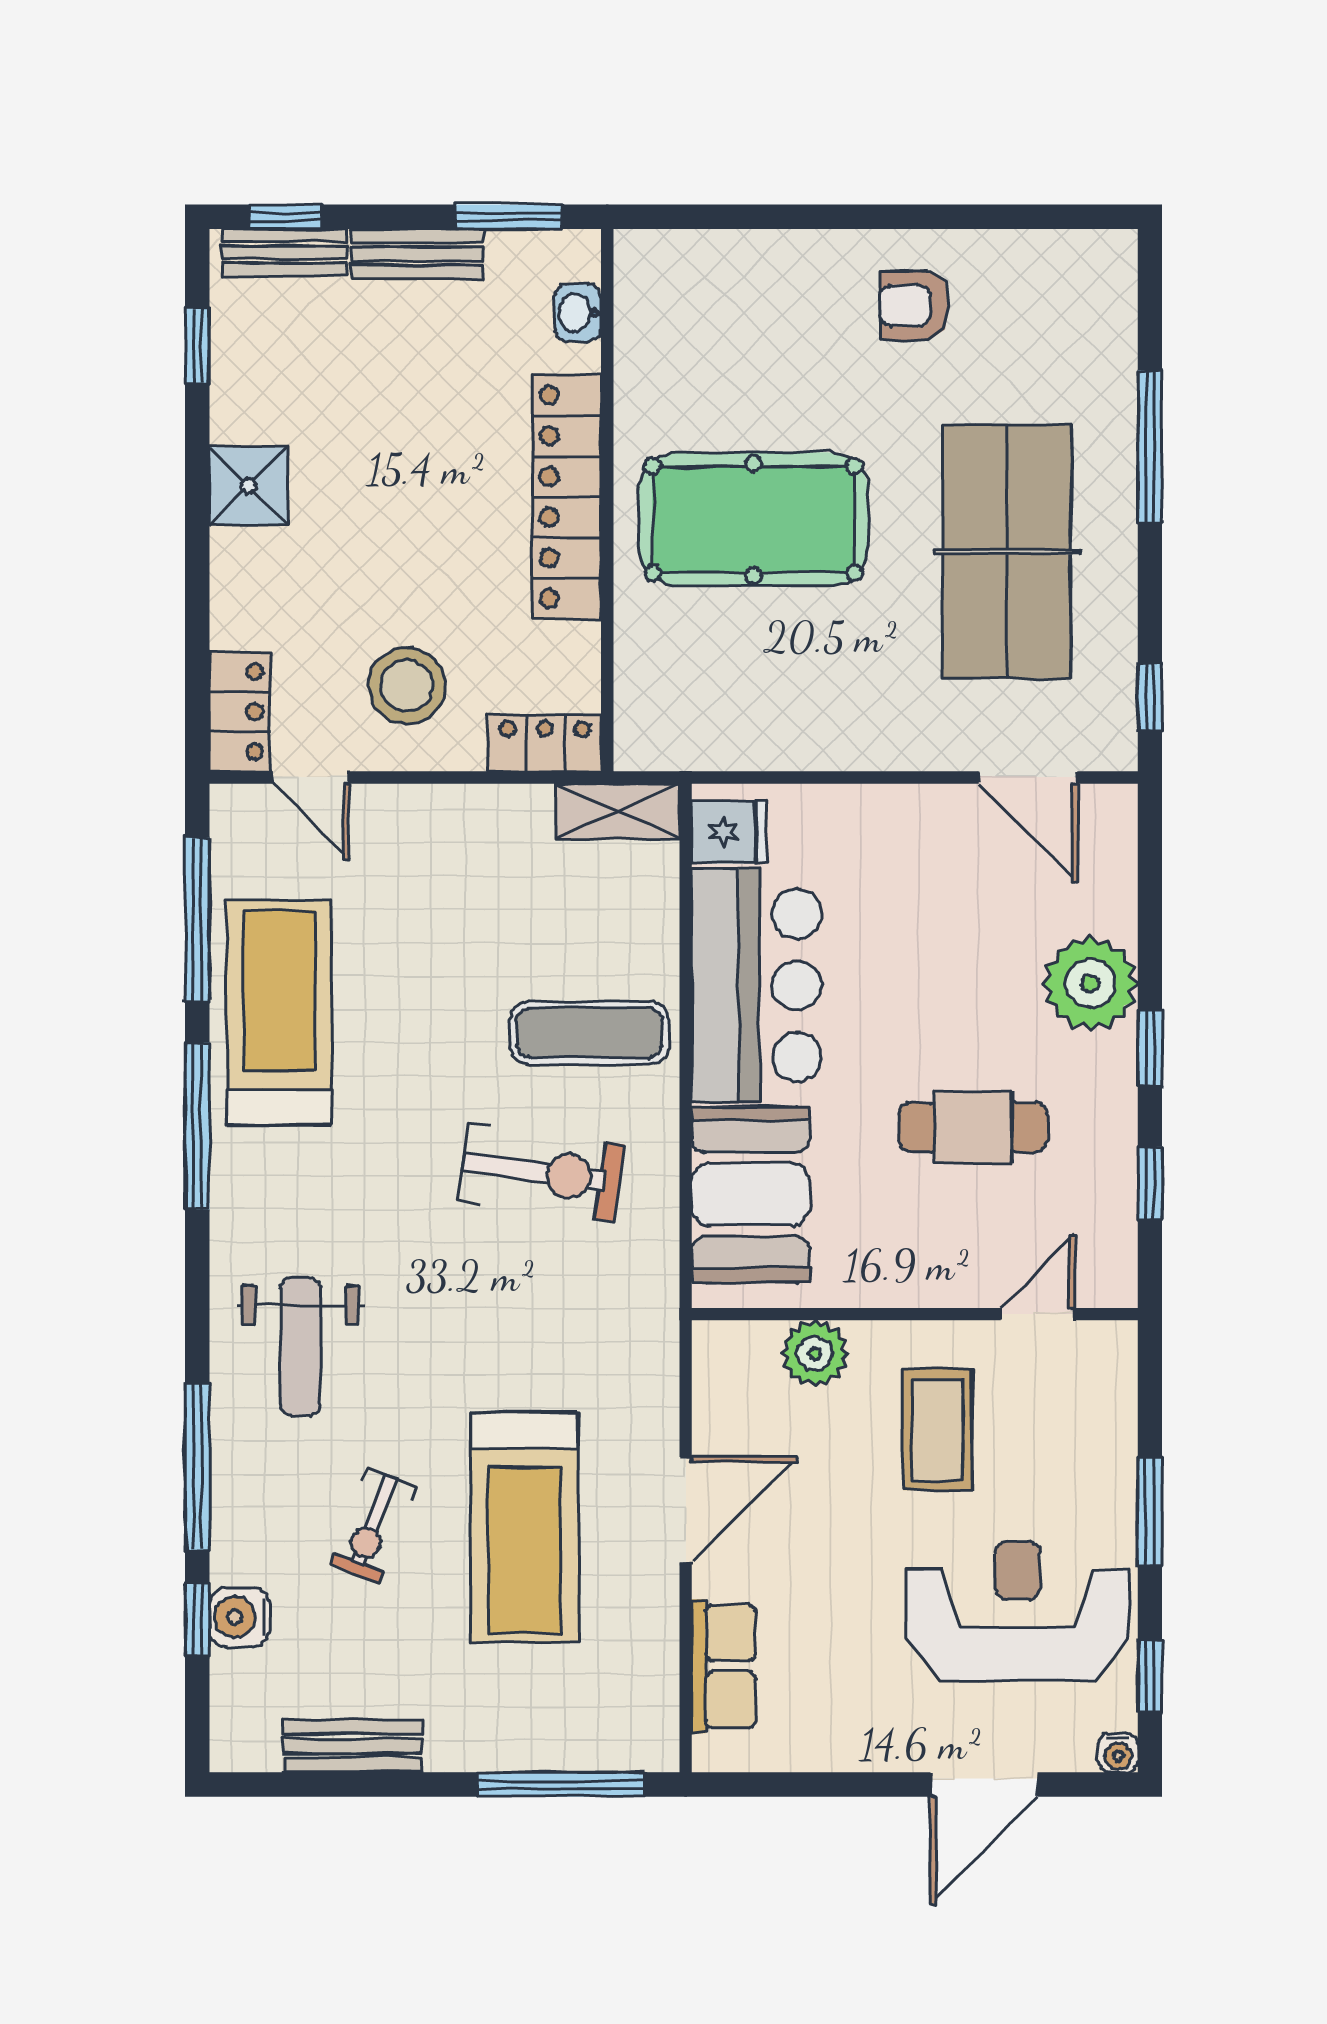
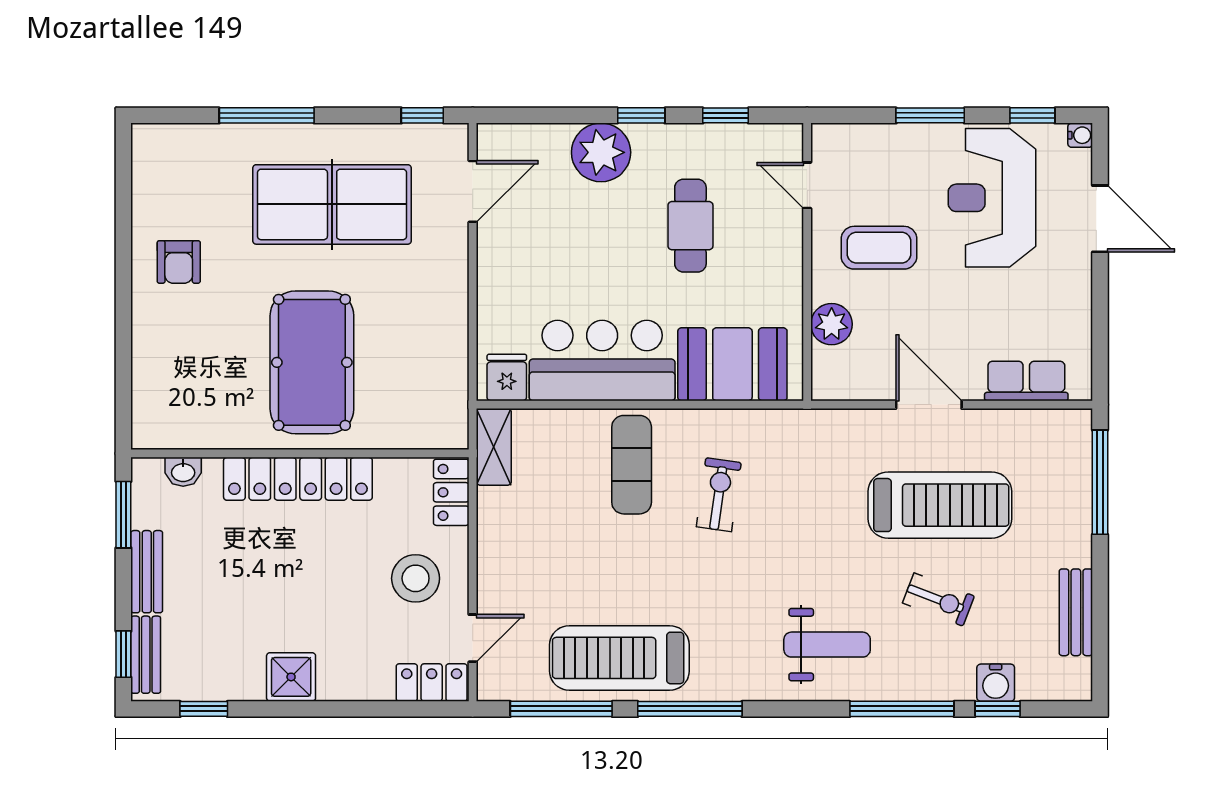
exercise bike: (541, 1172) -> (719, 495), width x0.73, depth x0.72

